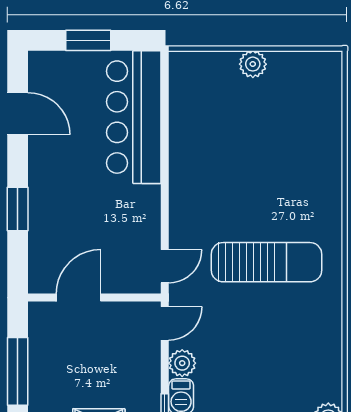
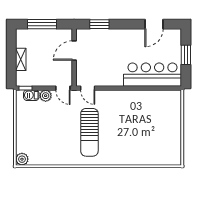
plant: (253, 64) -> (176, 126), removed
window: (18, 209) -> (99, 24), moved
door: (78, 298) -> (74, 51), swing flipped

